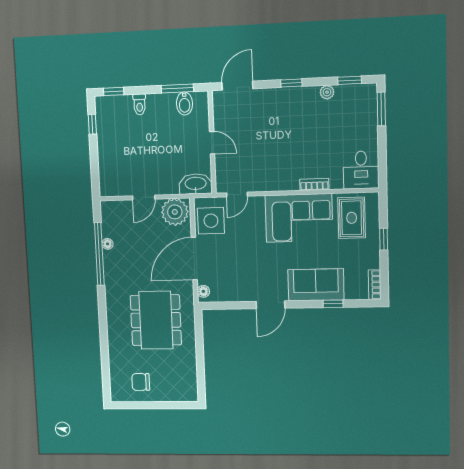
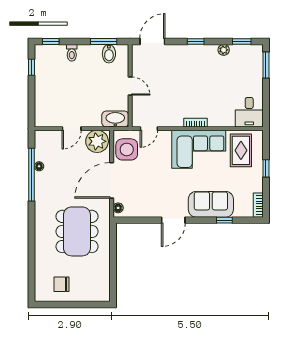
bookcase: (314, 184) -> (196, 123), moved

